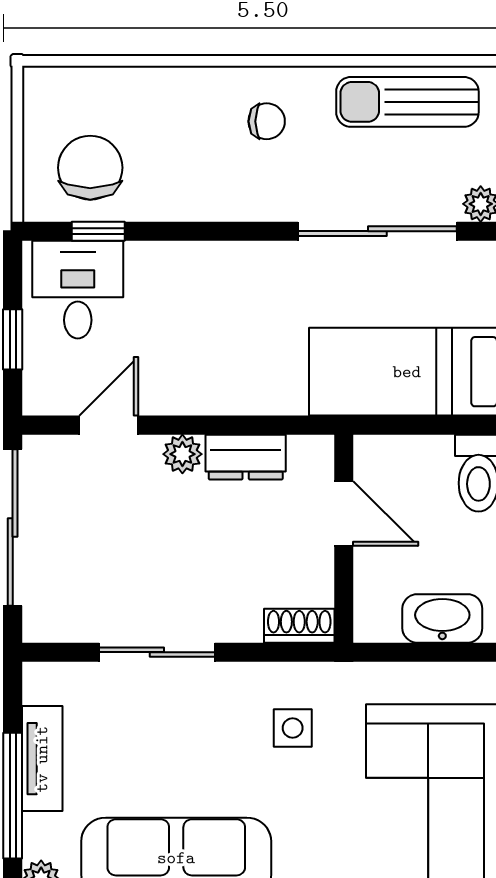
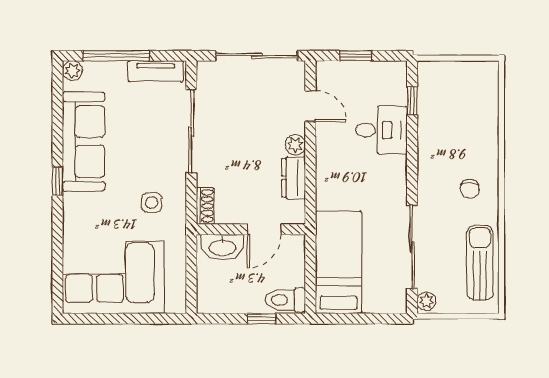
chair: (90, 168) -> (445, 96), removed
desk: (78, 290) -> (381, 130), moved
washbasin: (442, 618) -> (222, 247), moved, turned 90
sliding door: (157, 652) -> (191, 131), width x1.37
tv unit: (42, 759) -> (156, 71), moved

